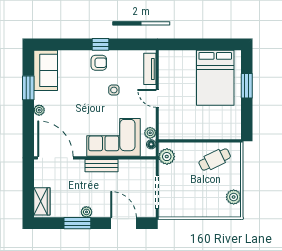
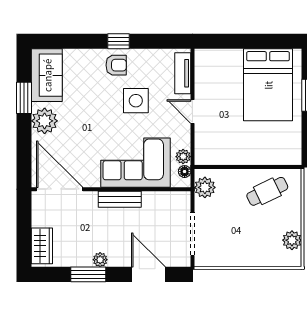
side table: (114, 90) -> (136, 101), width x1.87, depth x1.87
plant: (39, 110) -> (45, 121), width x1.88, depth x1.88

